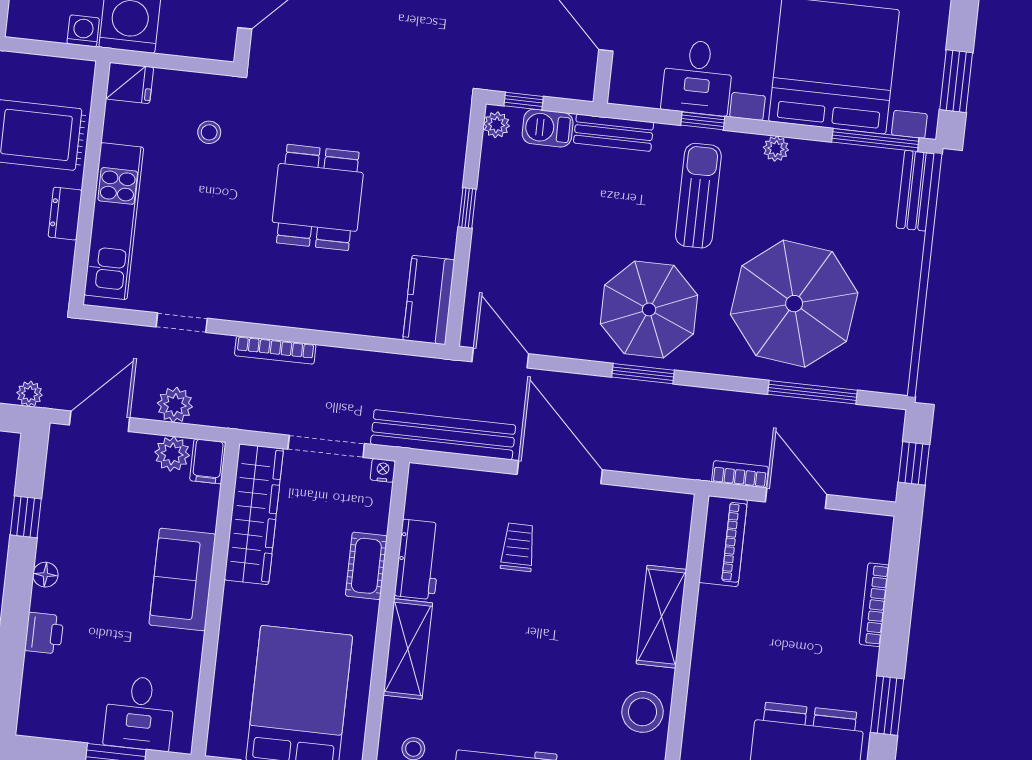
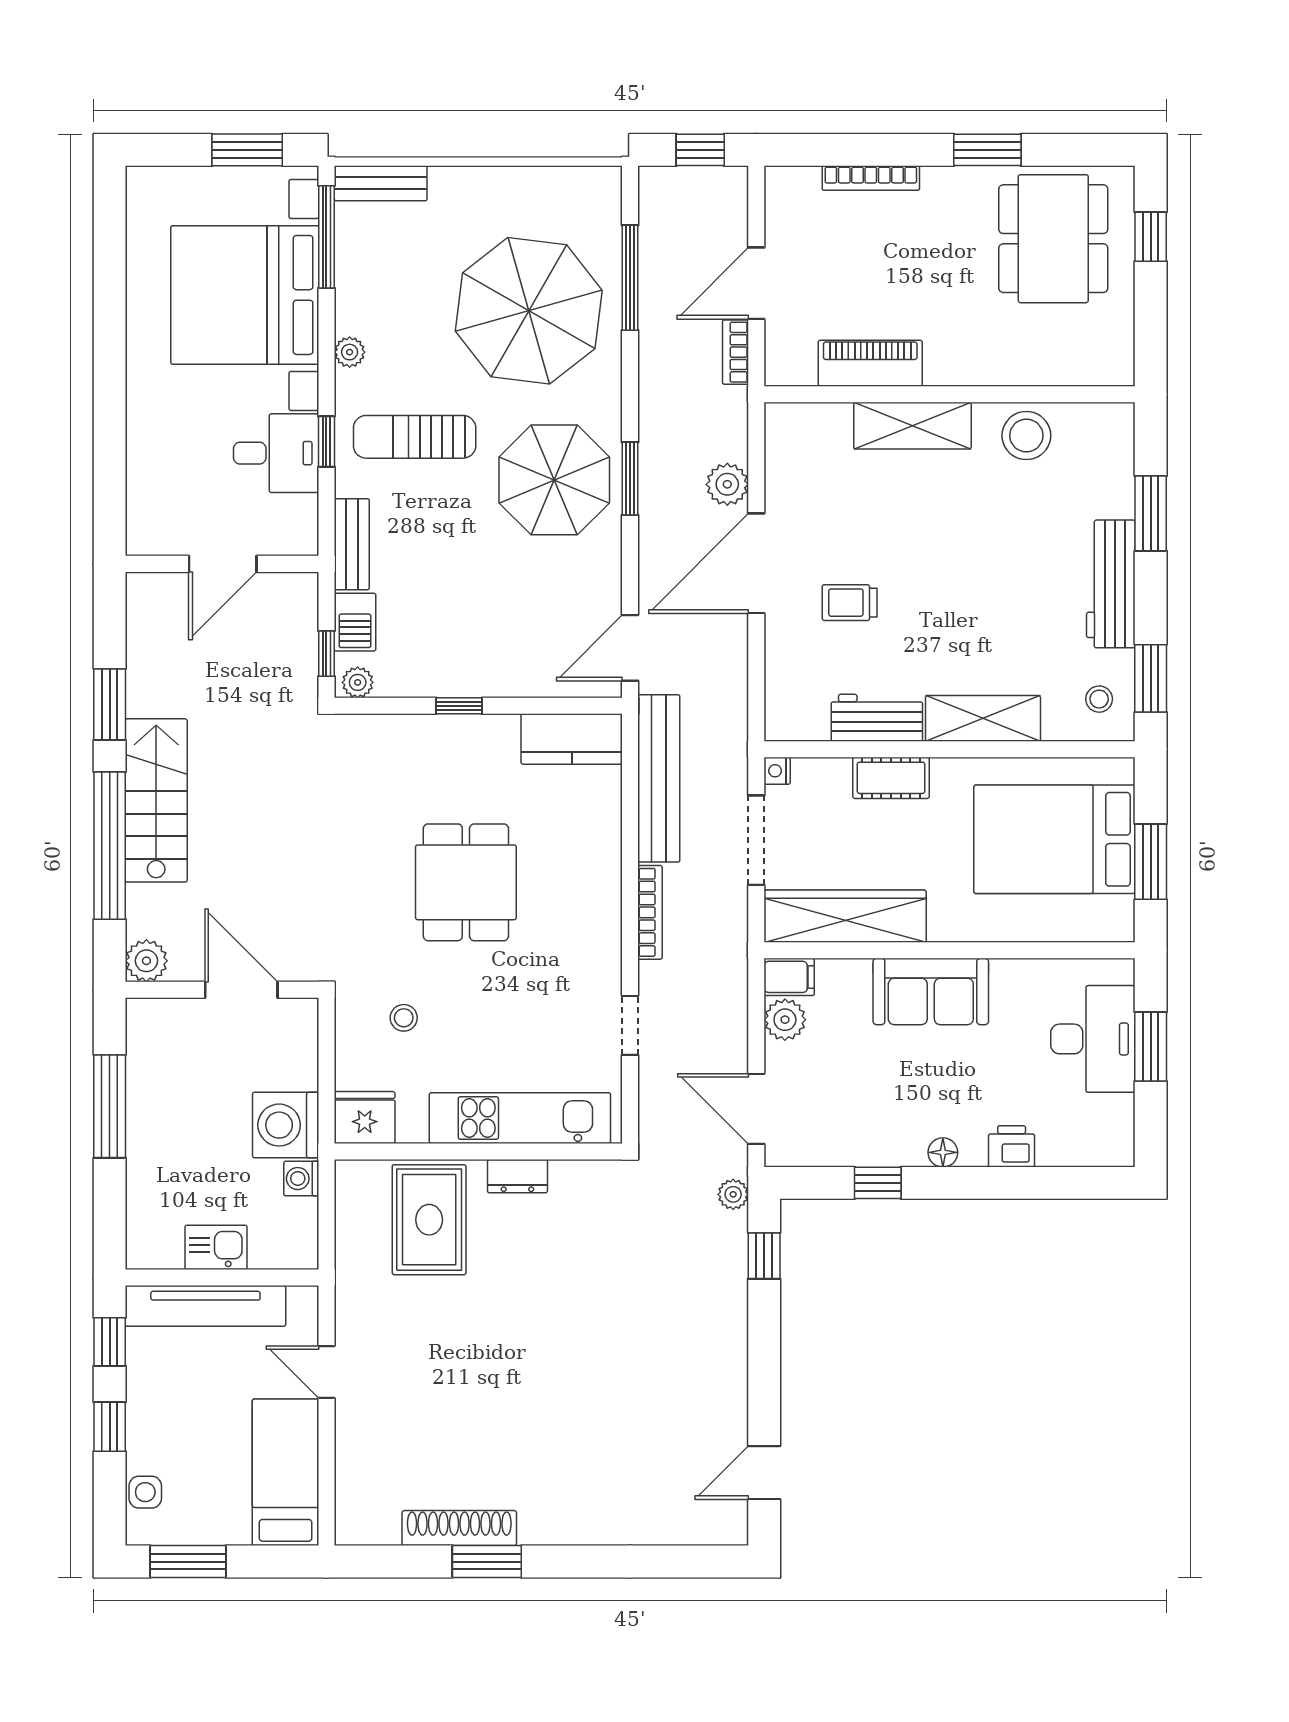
fridge: (130, 83) -> (365, 1117), width x1.38
dining table: (318, 197) -> (466, 882), turned 90
plant: (175, 405) -> (727, 484), moved
bench: (443, 435) -> (659, 778), moved
piano: (723, 541) -> (870, 363), moved
desk: (139, 713) -> (1093, 1039), width x1.37

